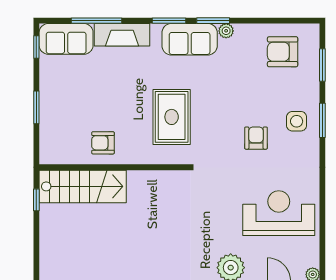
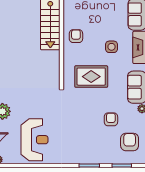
side table: (297, 121) -> (112, 47), moved
armchair: (256, 138) -> (111, 119), moved, turned -90

